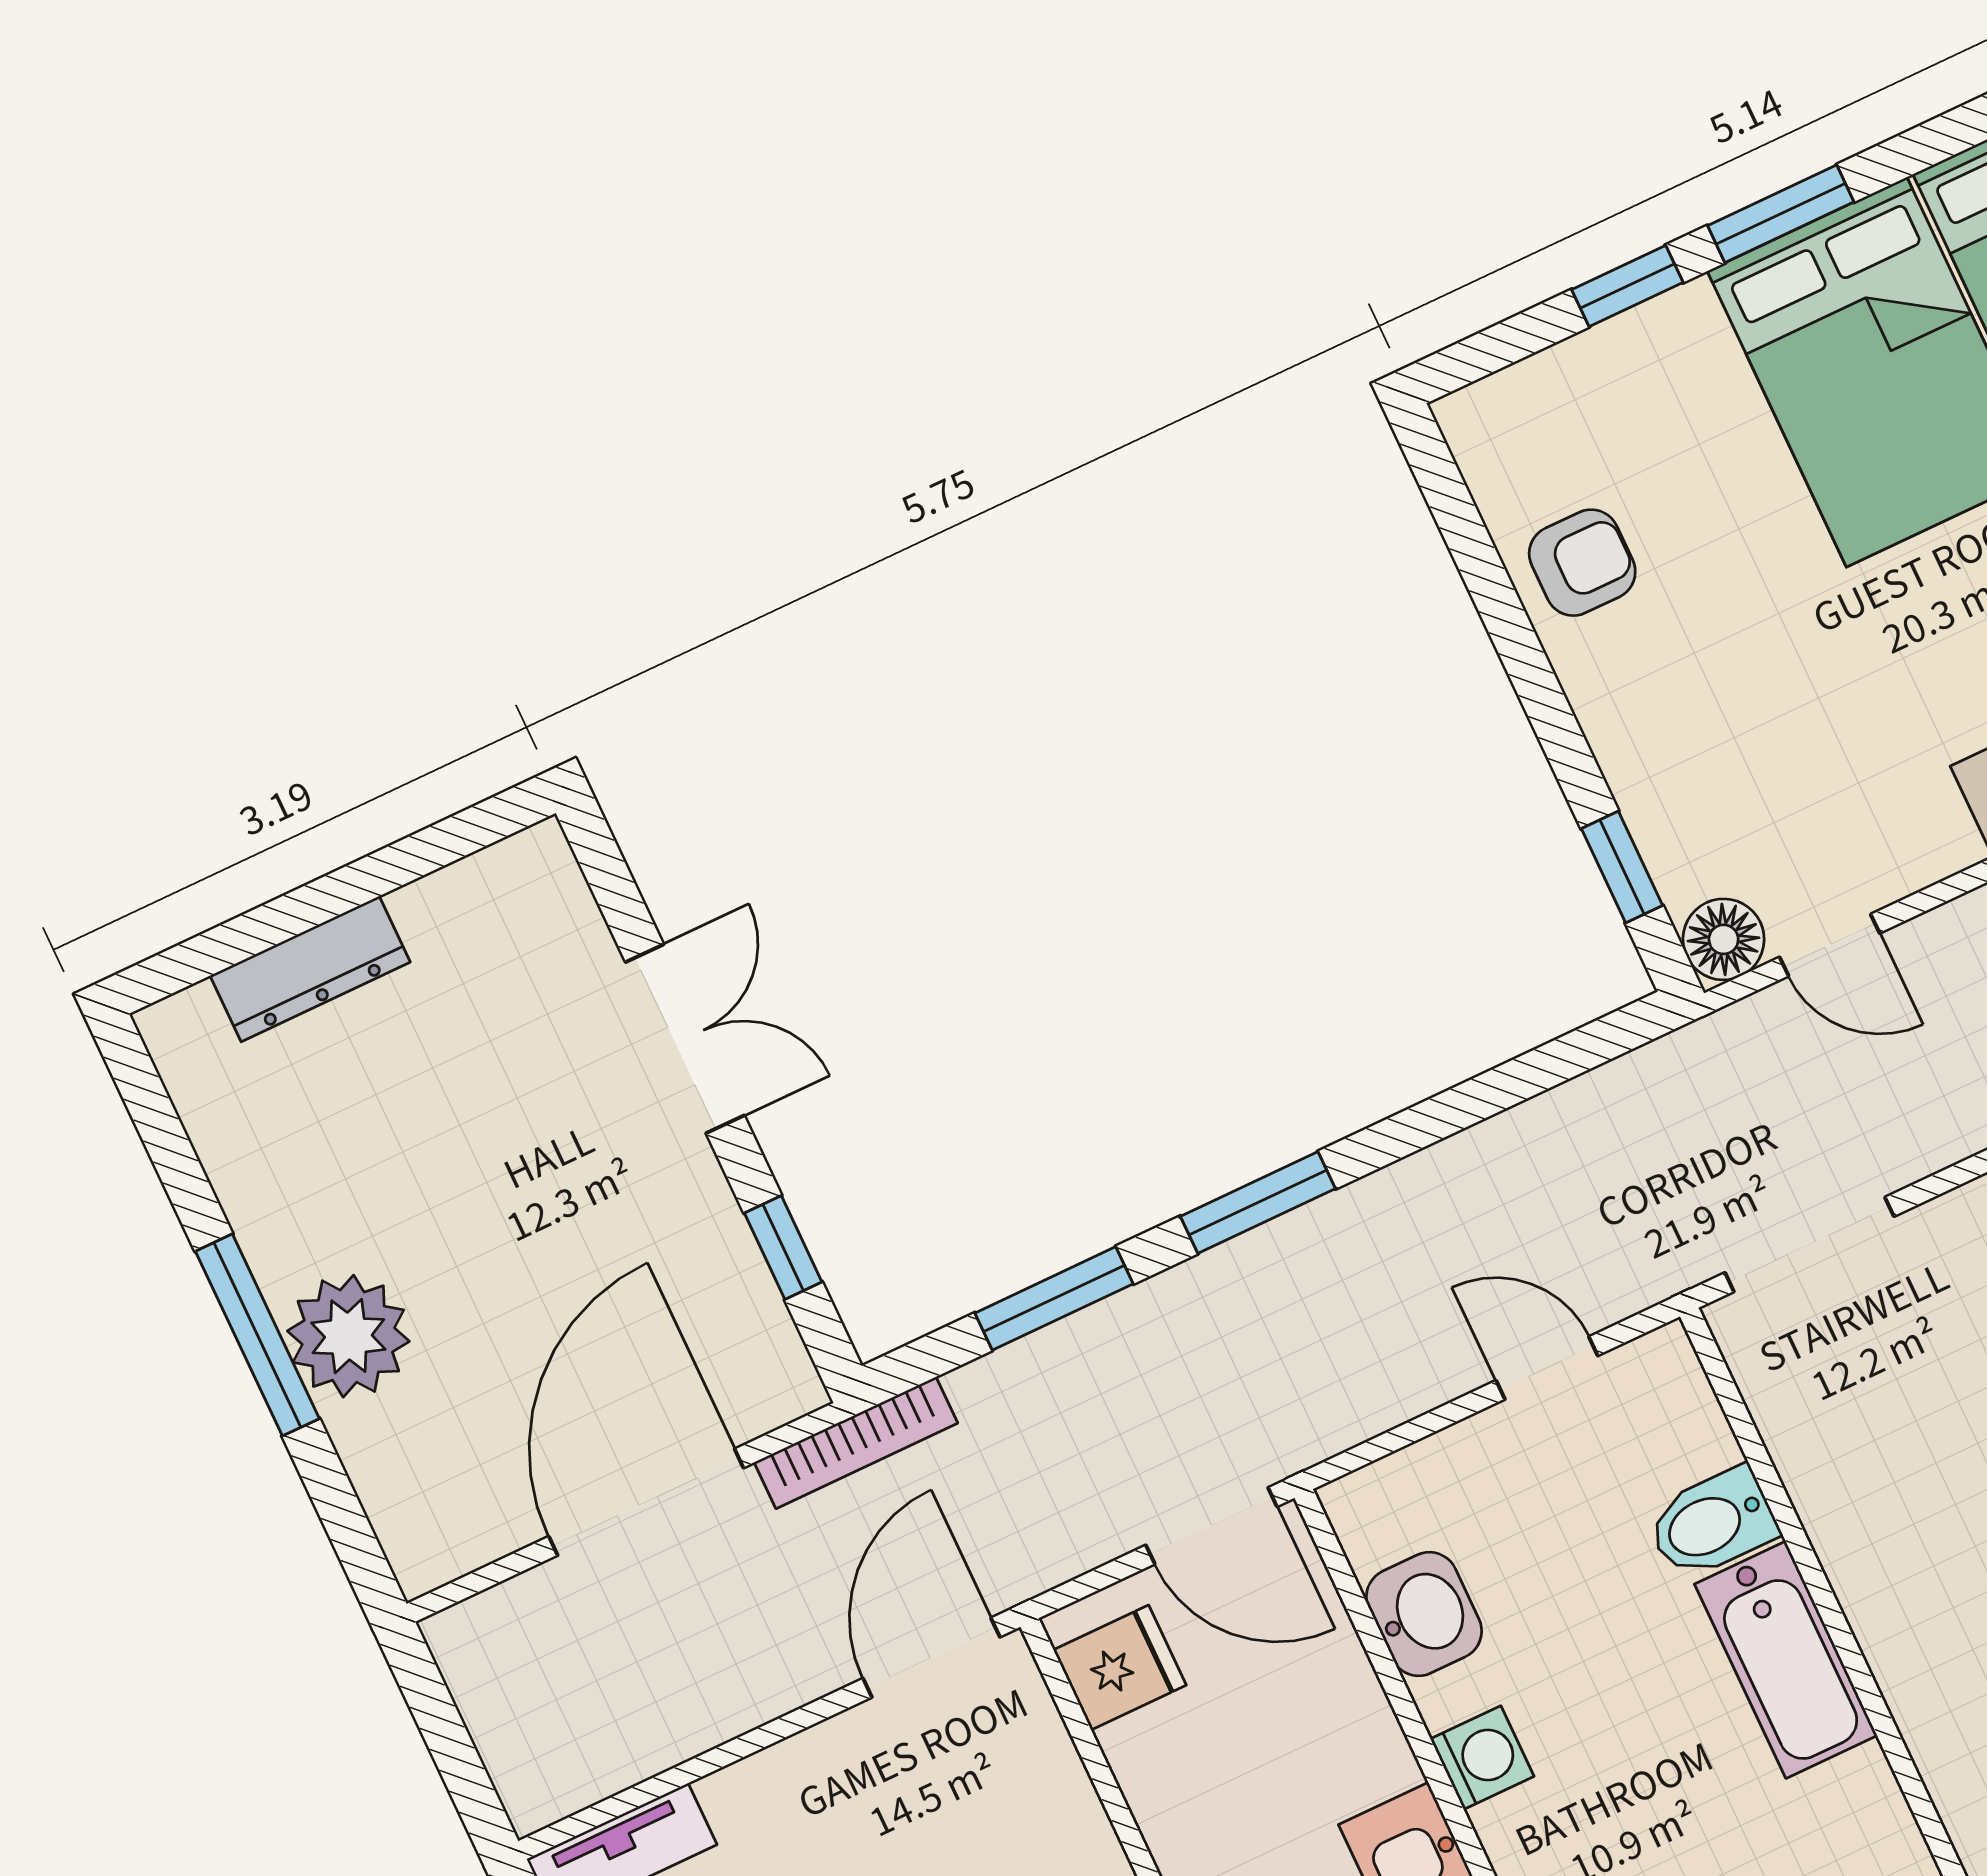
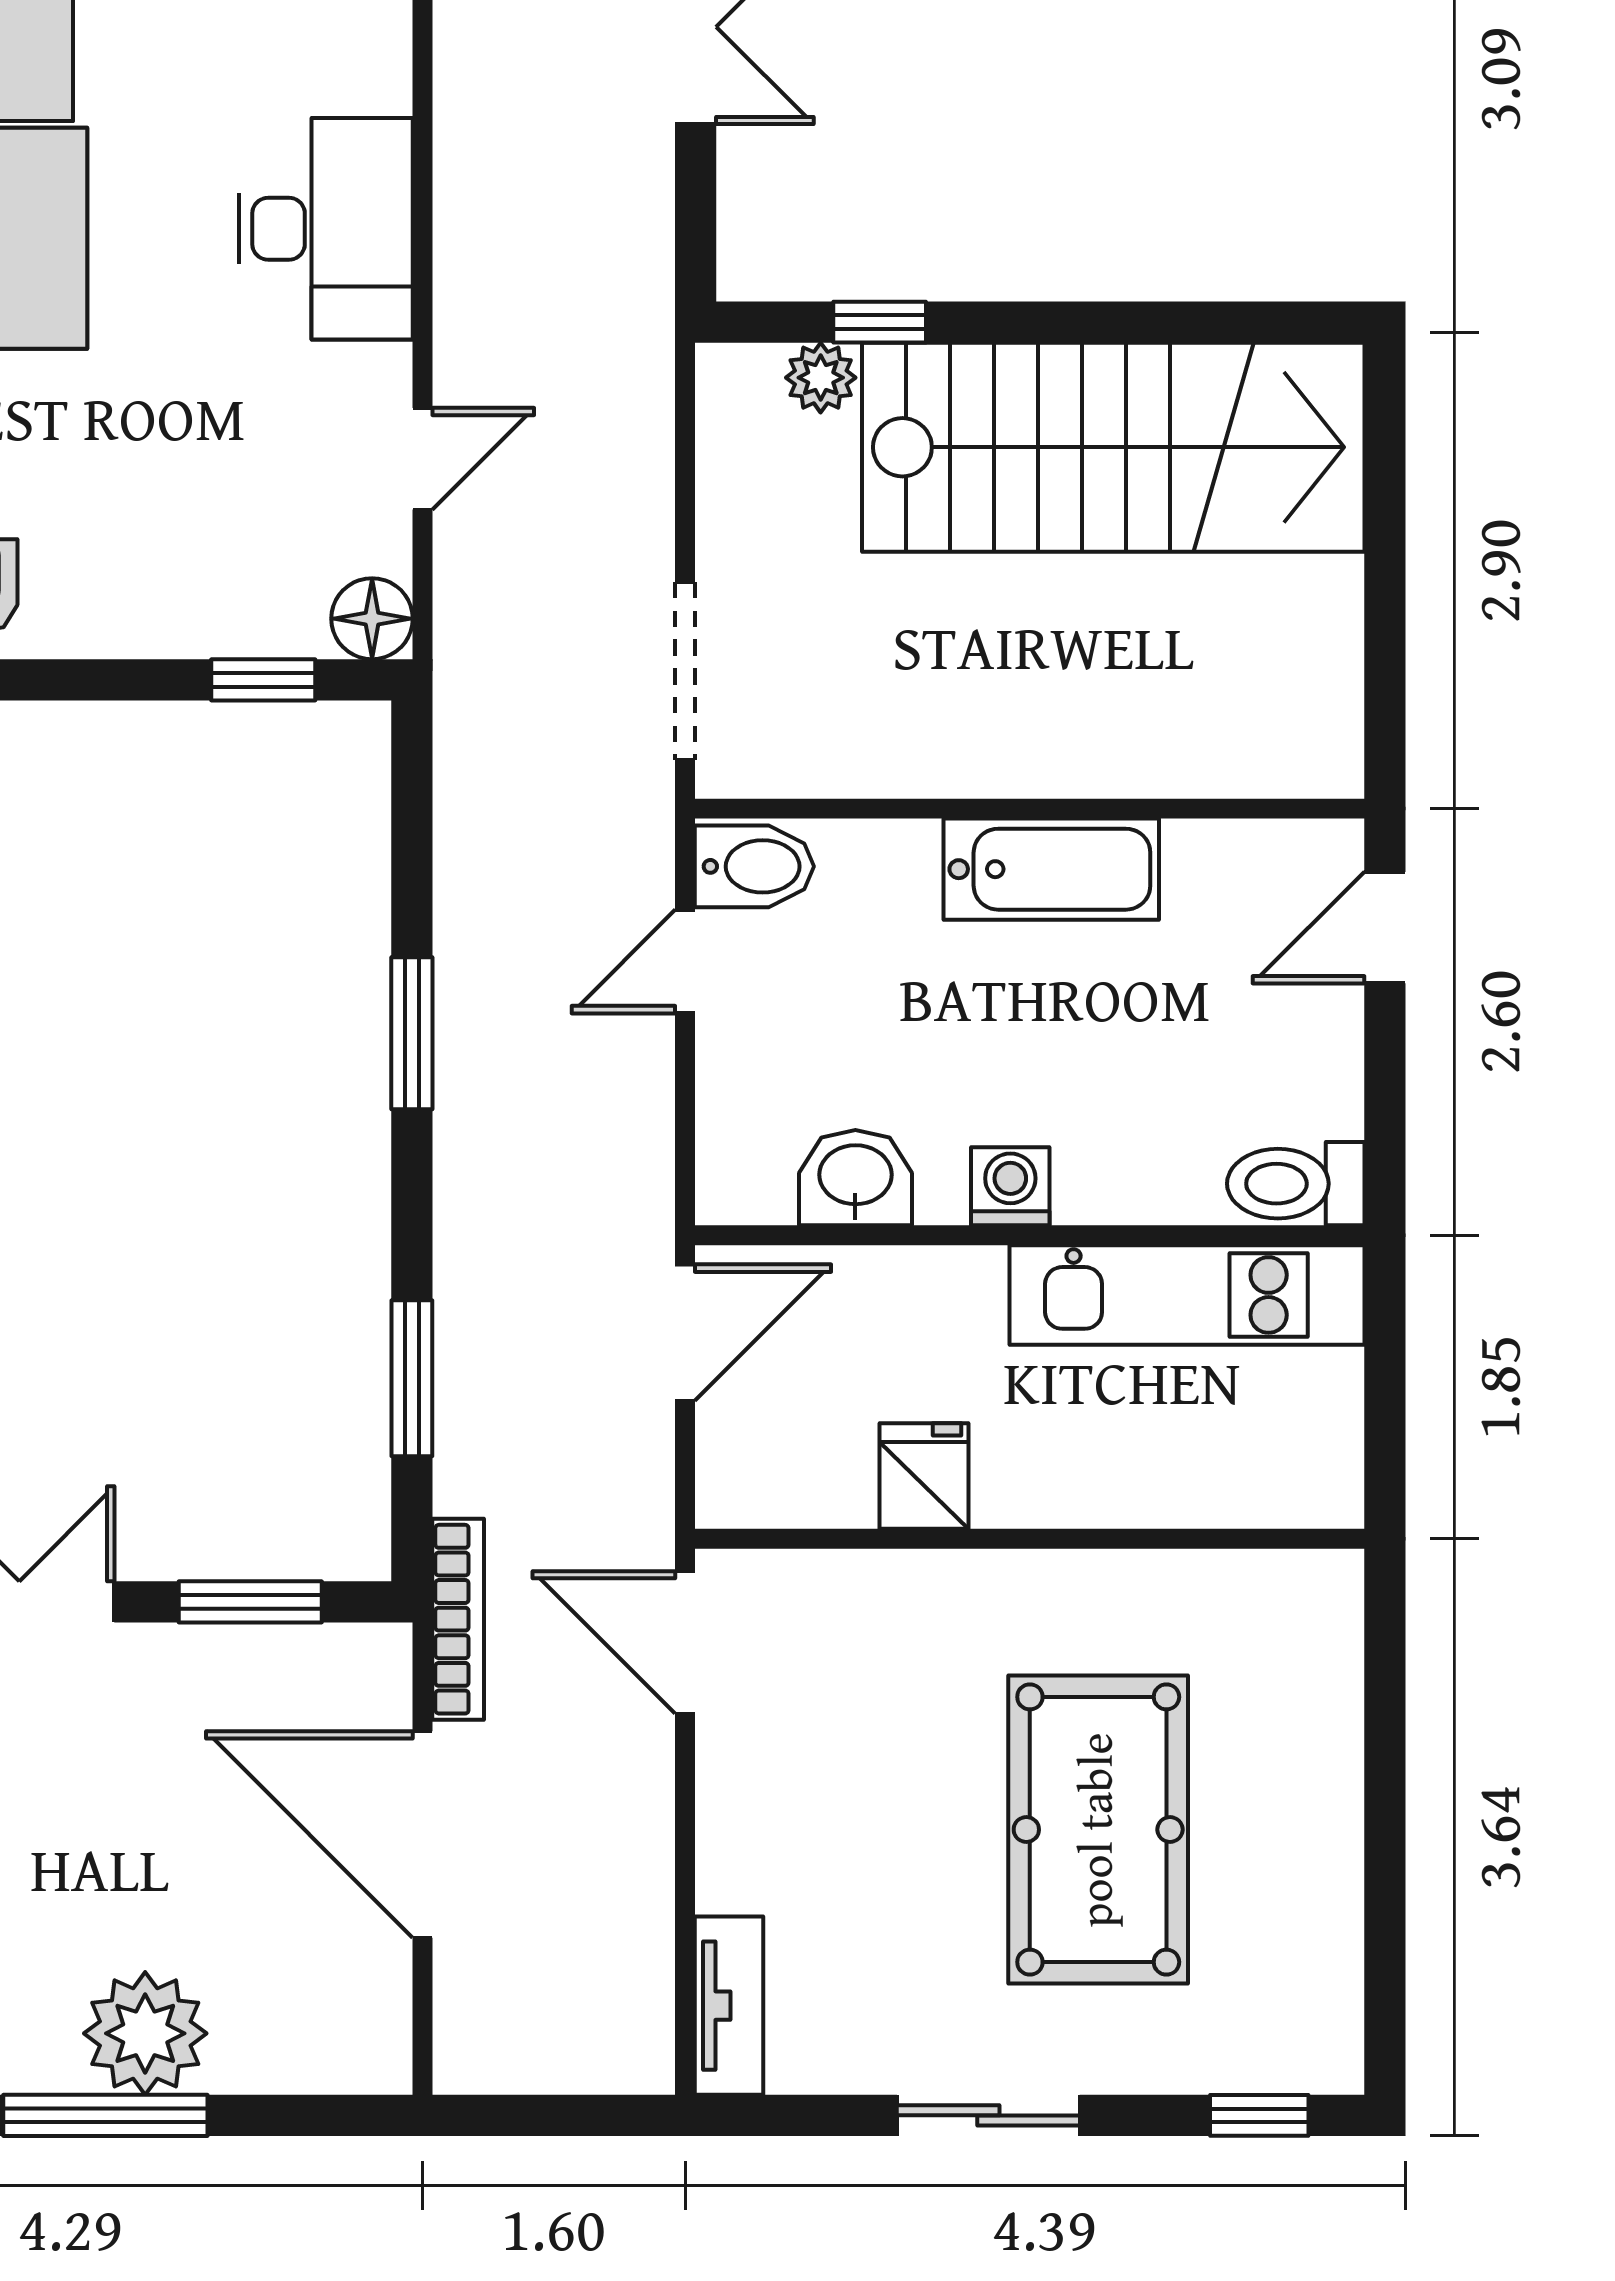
door: (1830, 945) -> (423, 459), moved
window: (1258, 1202) -> (412, 1033), moved
window: (783, 1248) -> (250, 1602), width x1.50
bidet: (1712, 1523) -> (754, 866), moved, turned -90
fridge: (1120, 1668) -> (924, 1476), moved

